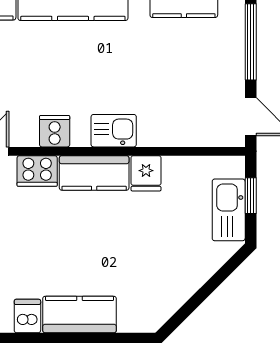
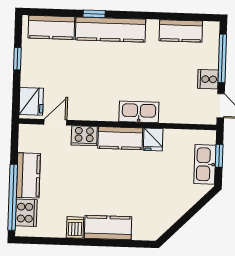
cooker: (55, 131) -> (208, 79), moved, turned -90
kitchen sink: (114, 131) -> (139, 112), width x1.38

